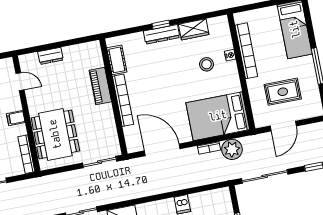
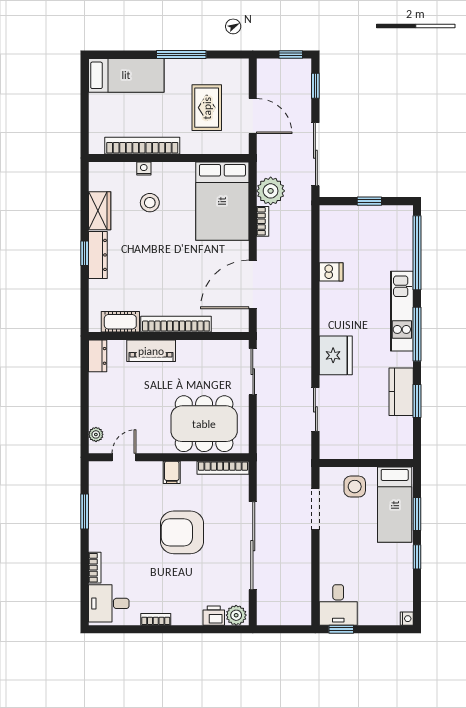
dresser: (50, 56) -> (98, 356), moved
plant: (32, 58) -> (96, 434), added

